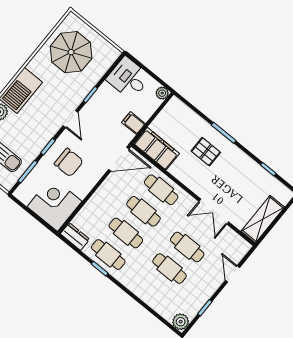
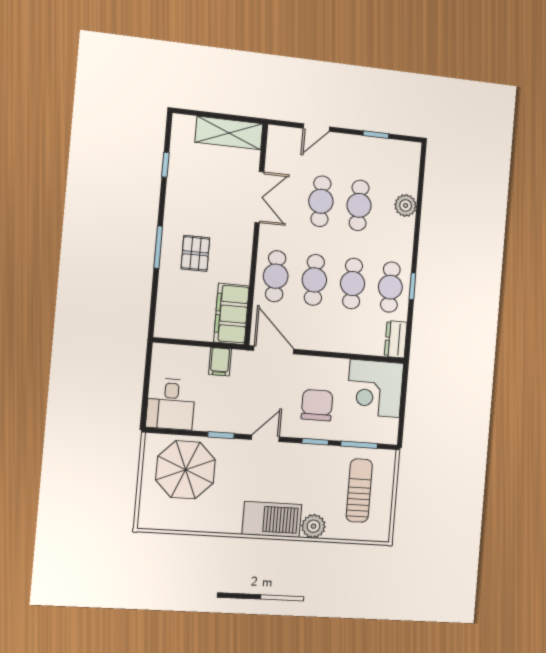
parasol: (71, 52) -> (186, 470), moved
plant: (162, 93) -> (161, 352), removed
plant: (181, 322) -> (406, 205), moved

